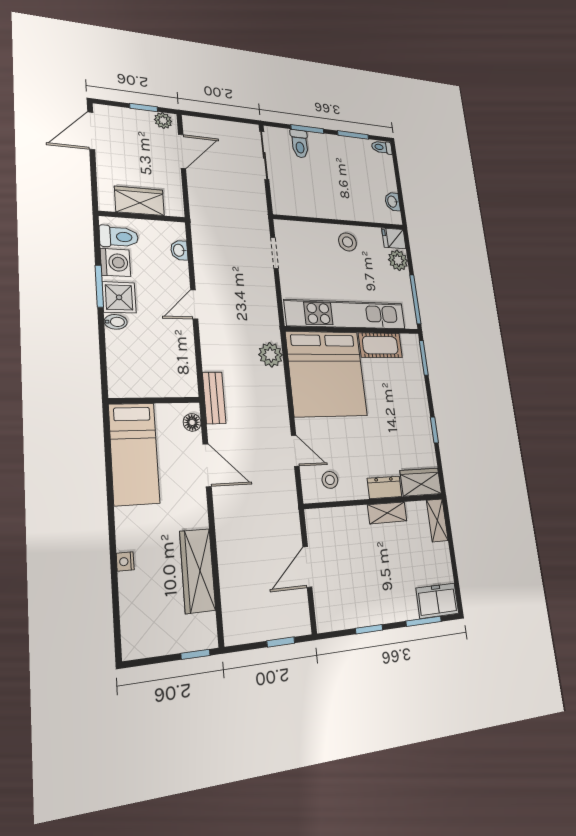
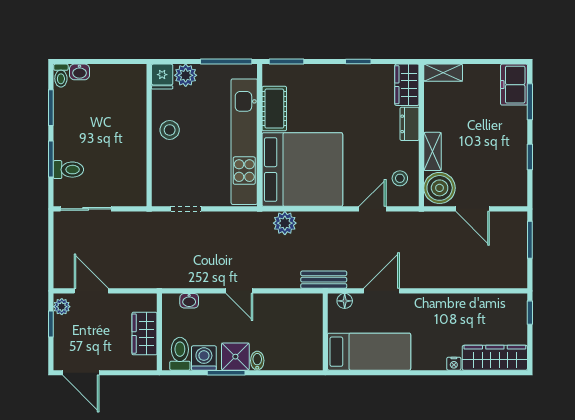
washbasin: (393, 202) -> (79, 72), moved
shelving: (387, 513) -> (433, 151), moved
boiler: (325, 526) -> (440, 188), added
wardrobe: (198, 571) -> (495, 358), moved, turned 180
window: (281, 642) -> (530, 240), width x1.50

